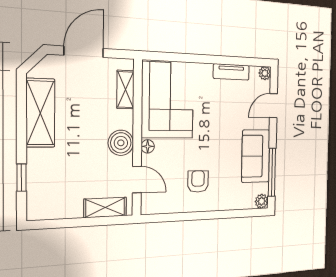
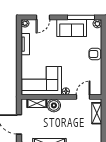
door: (273, 106) -> (43, 17), hinge flipped
boiler: (121, 143) -> (54, 105), moved
armchair: (198, 181) -> (95, 54), moved

